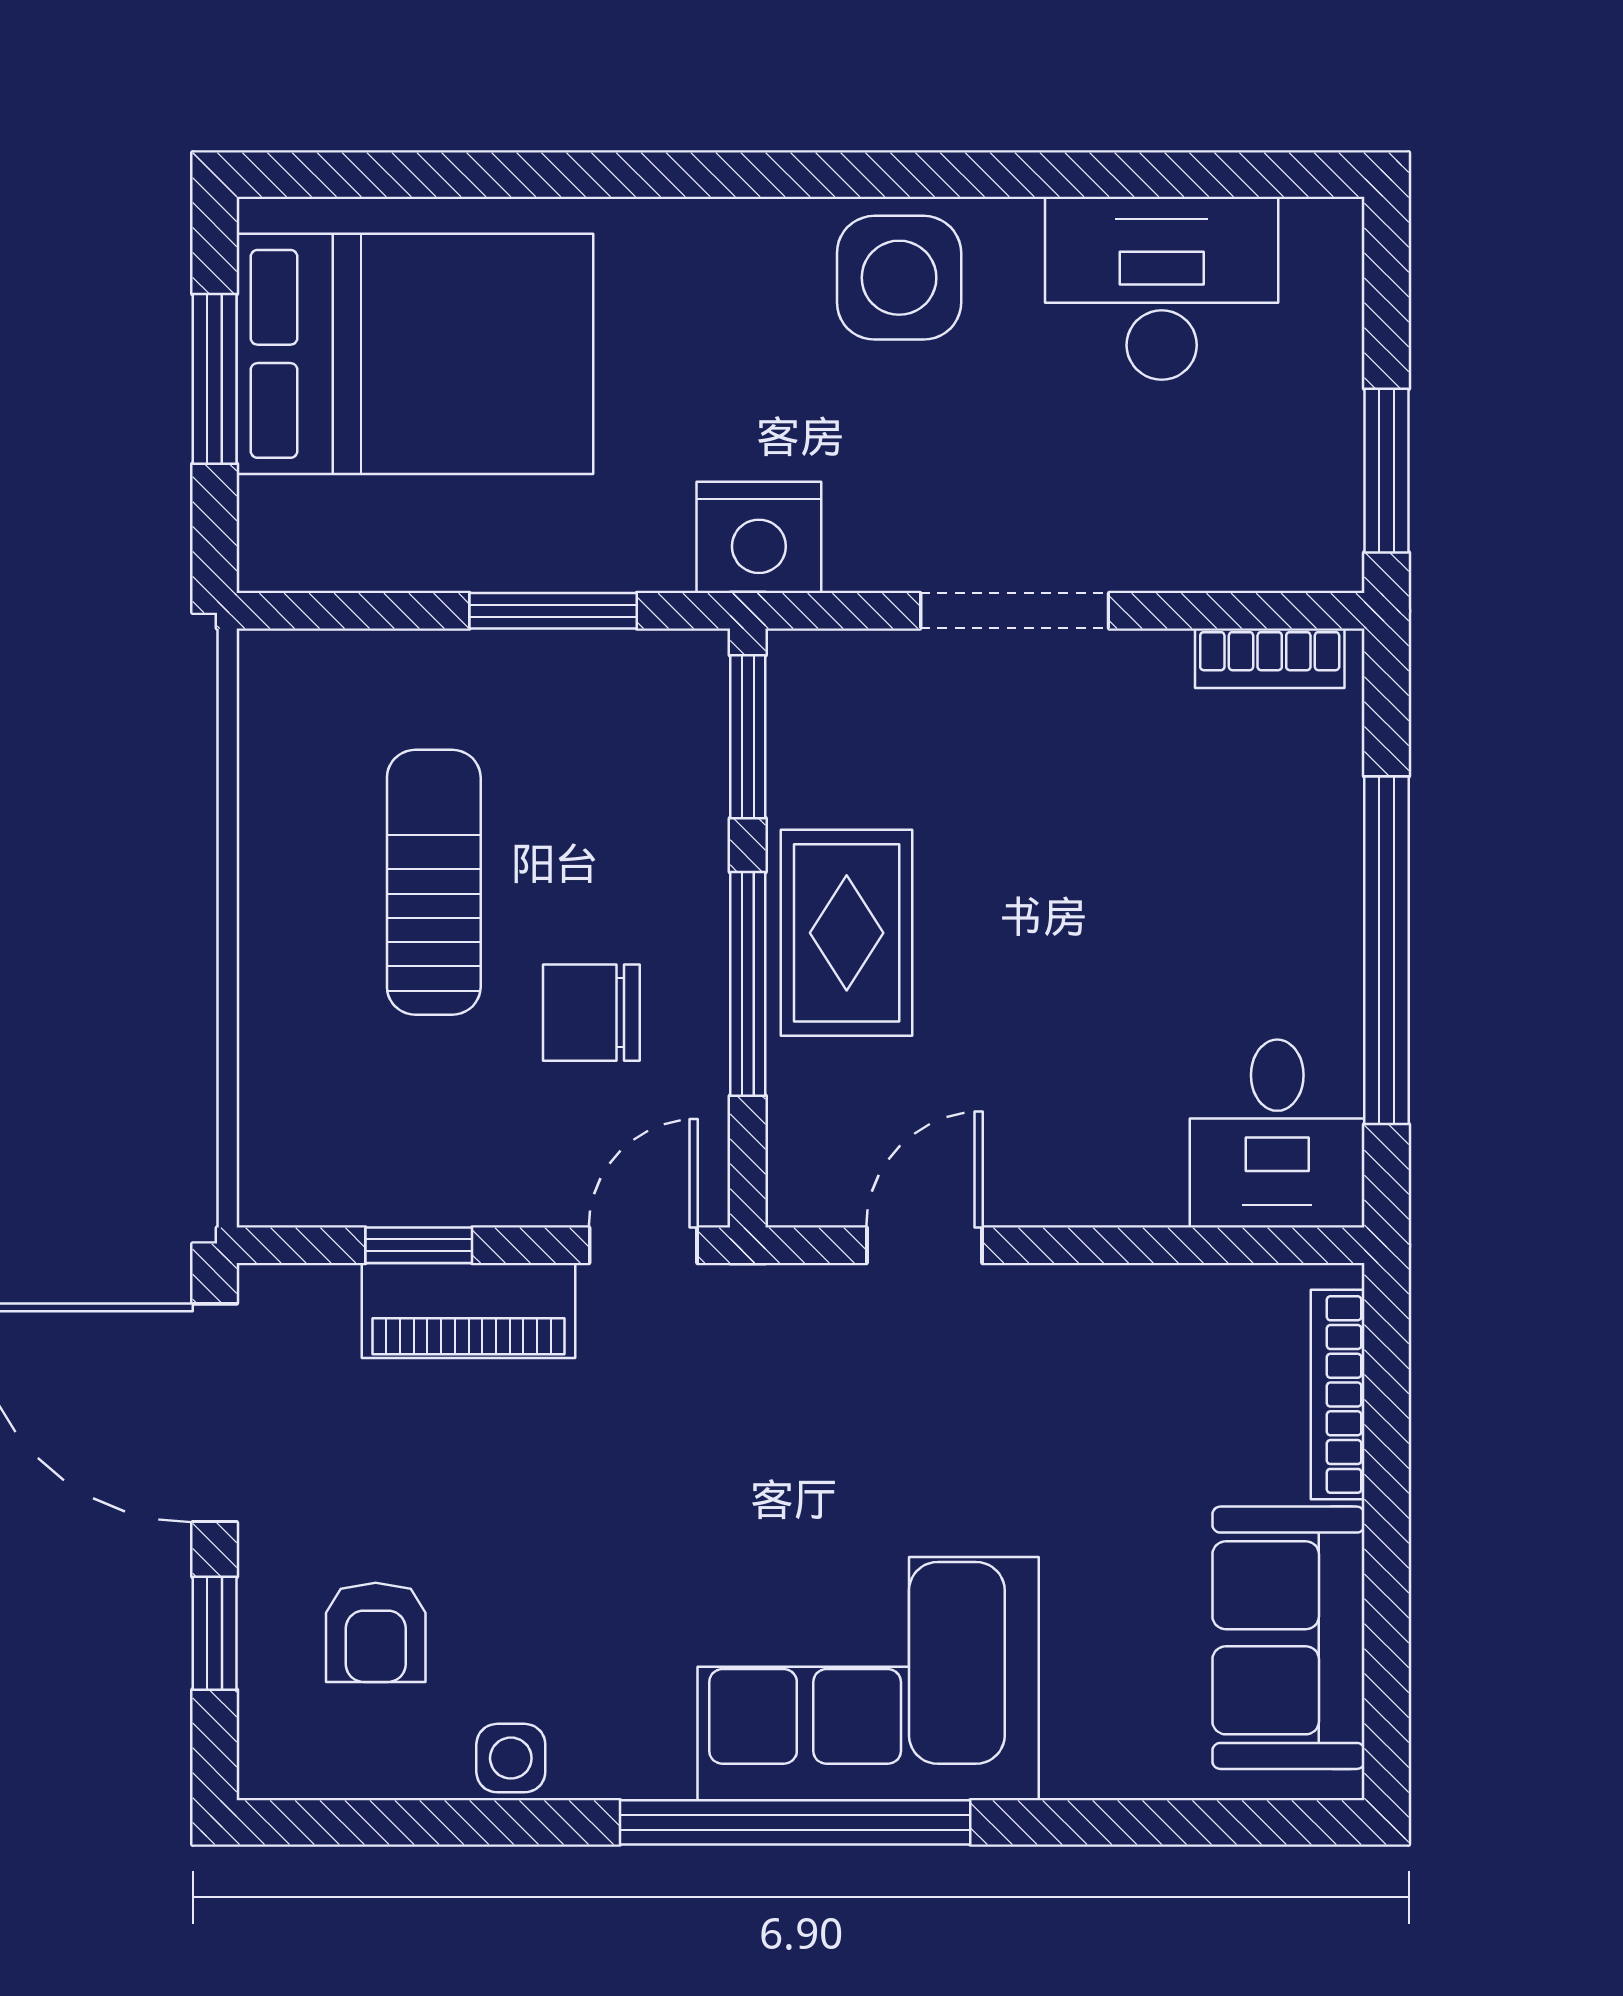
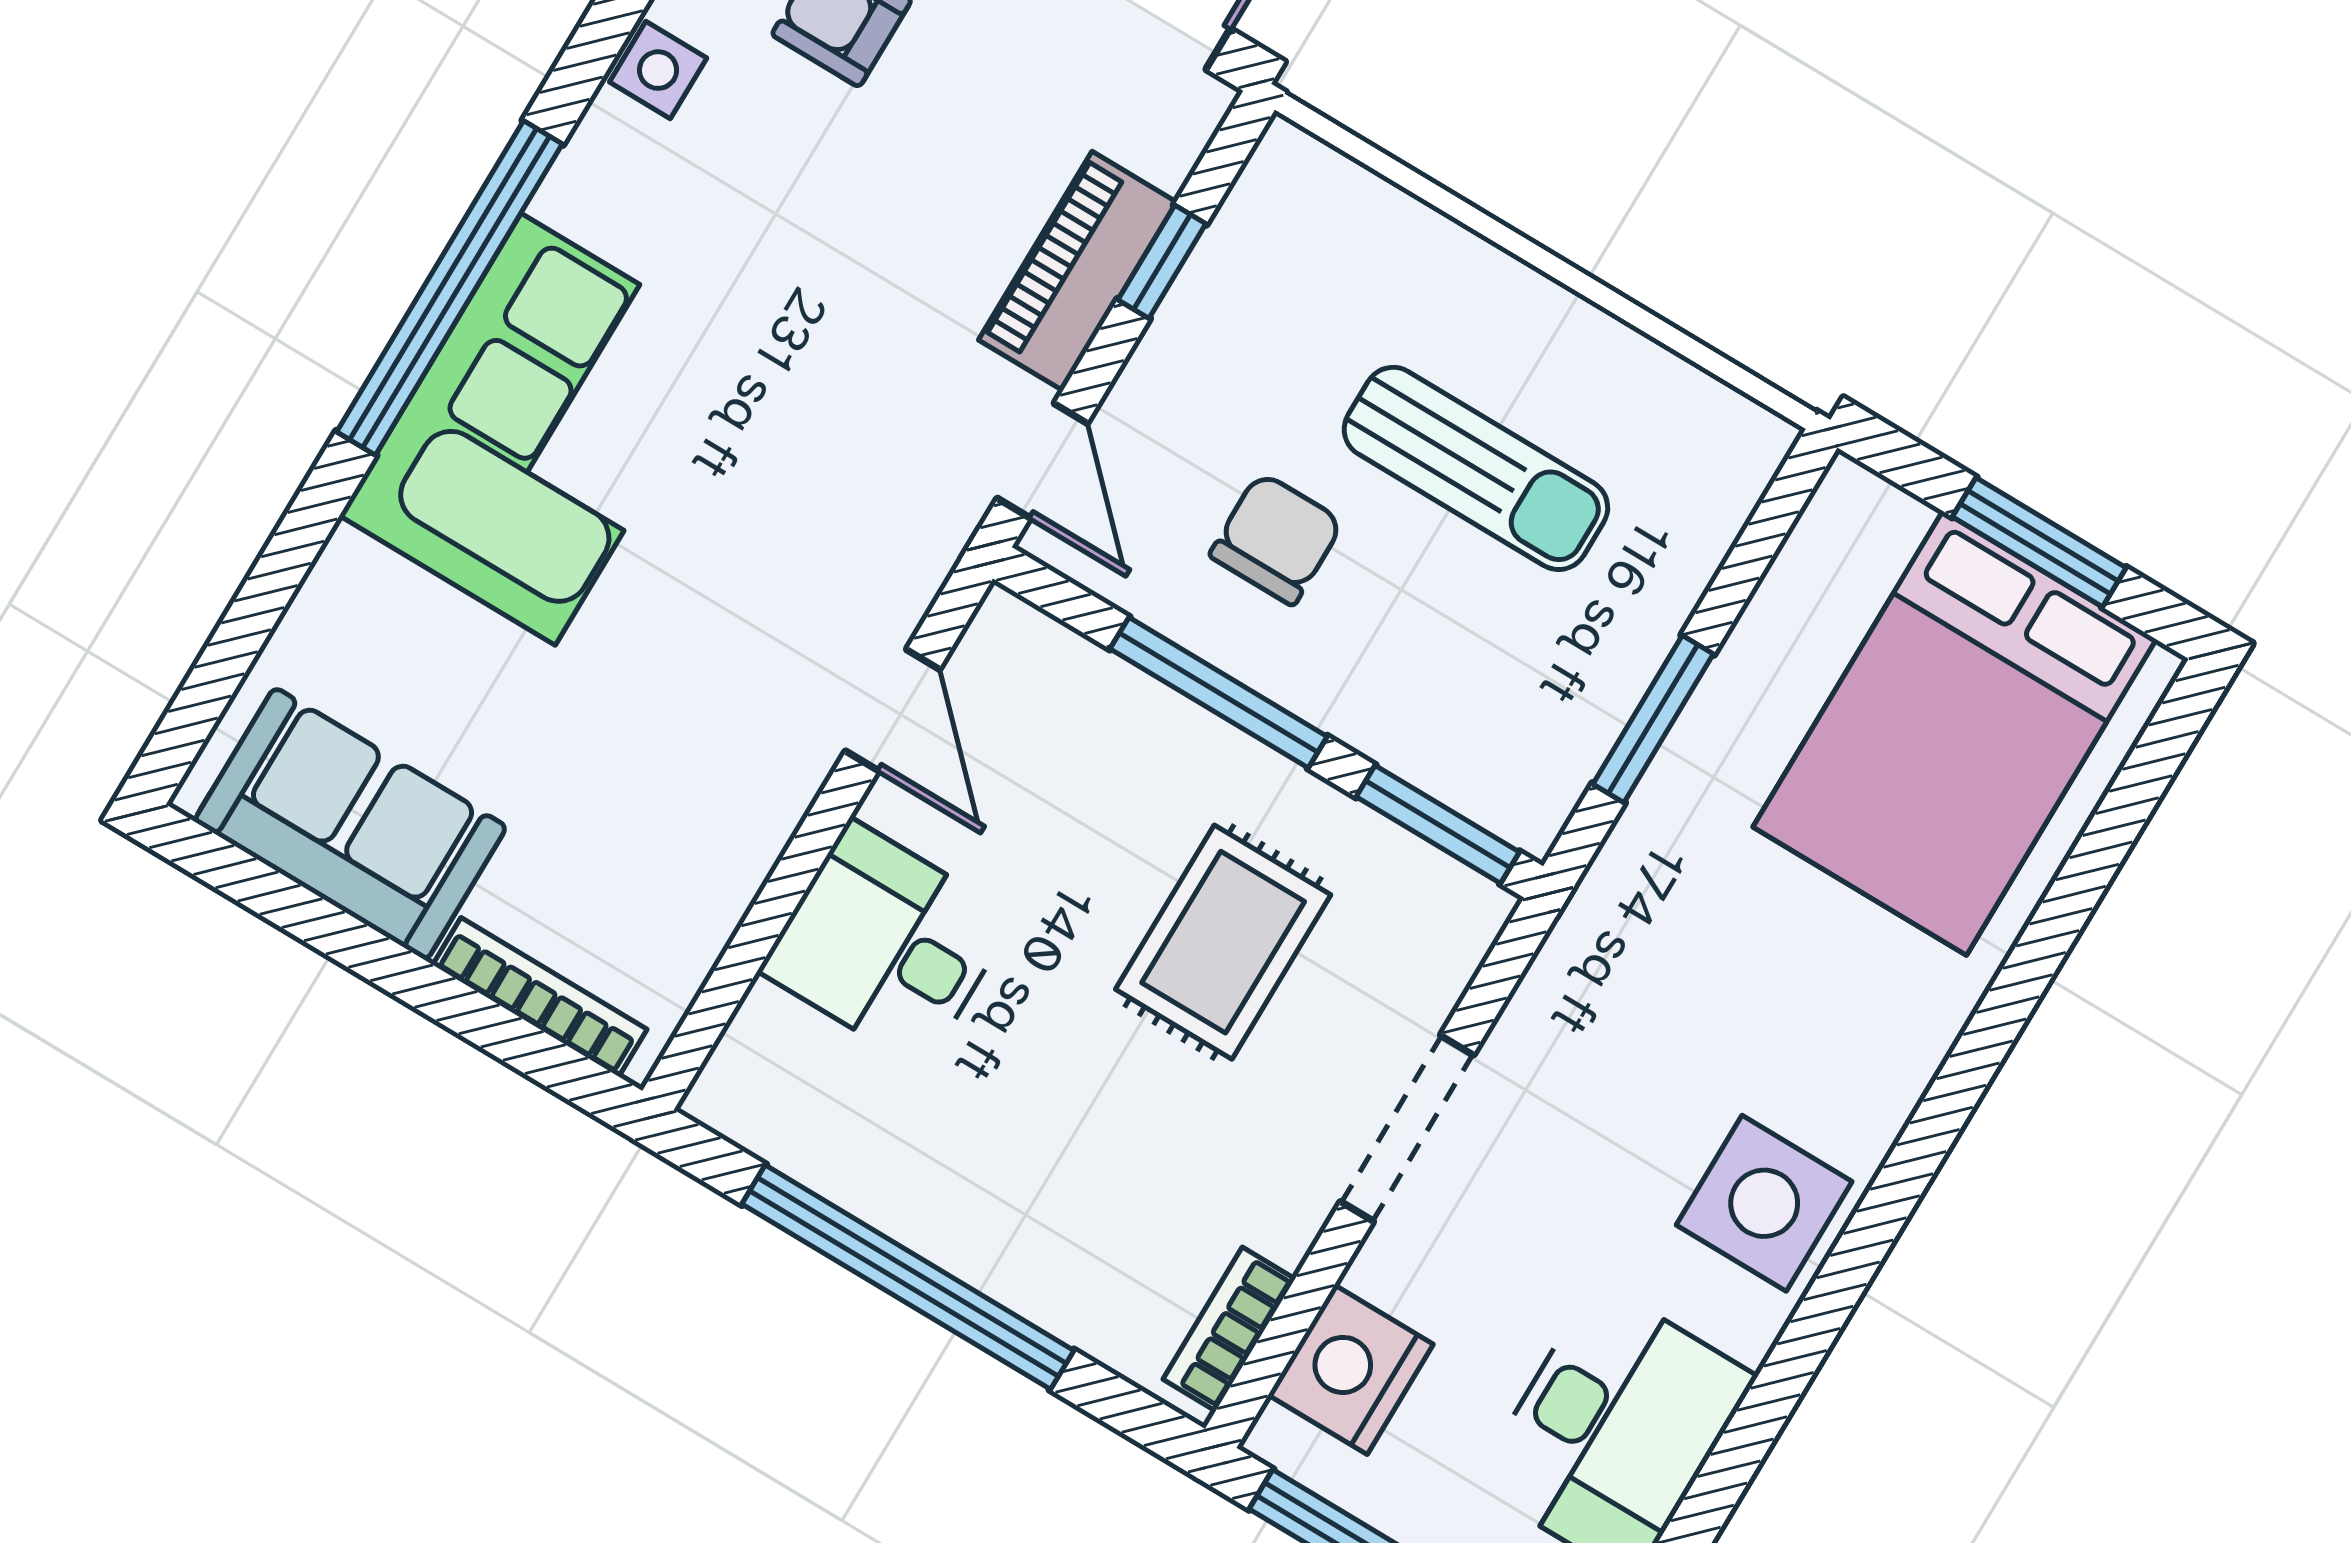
nightstand: (759, 537) -> (1351, 1370), moved
rug: (847, 933) -> (1223, 942), moved, turned 90
desk: (1277, 1134) -> (887, 944), moved

